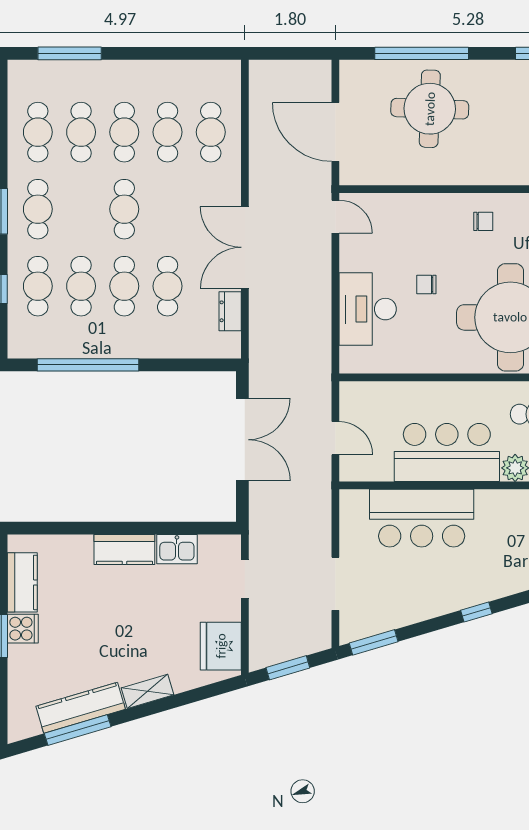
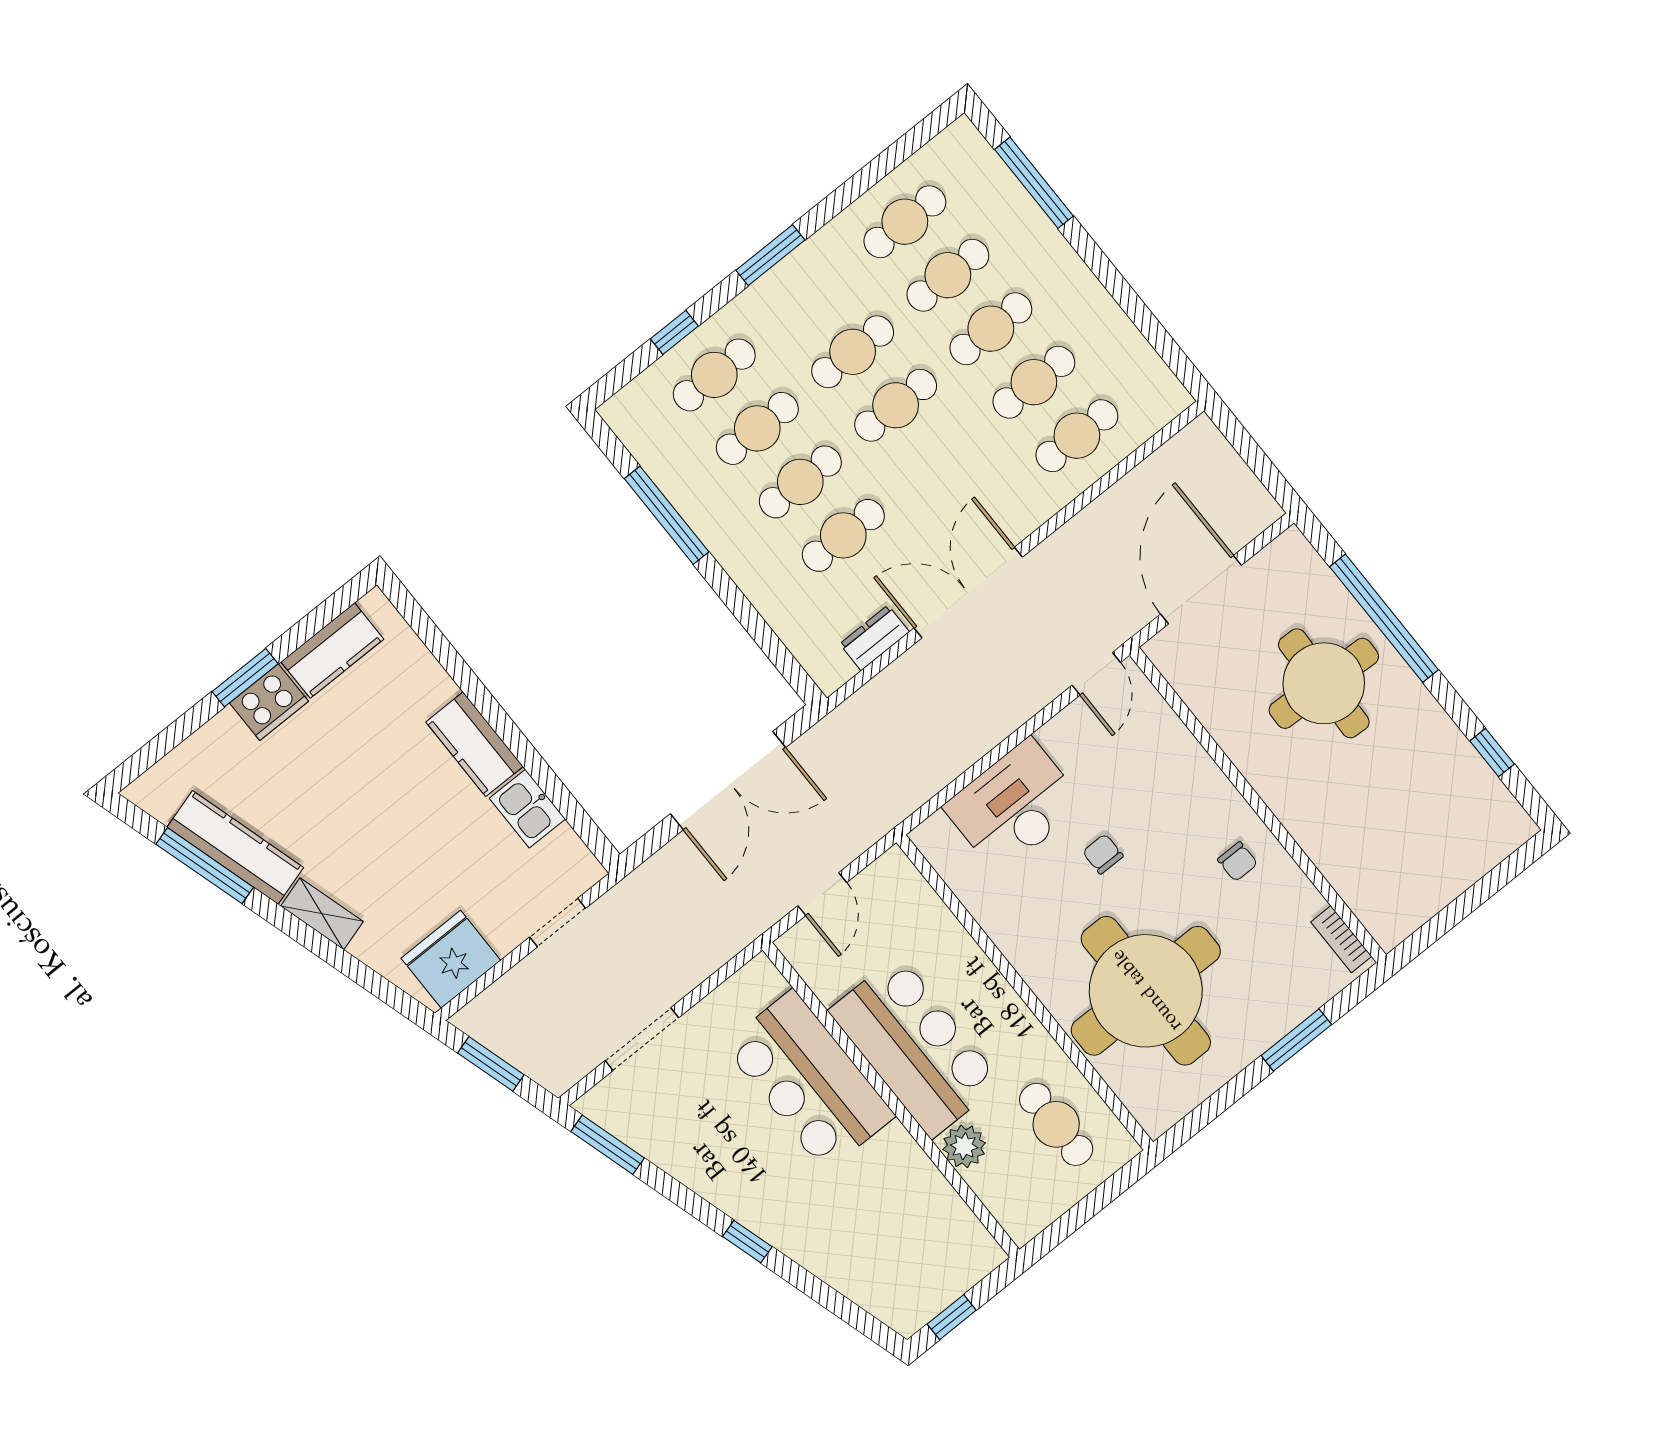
cafe table: (38, 209) -> (853, 352), moved
window: (88, 365) -> (667, 515), width x0.68
cooker: (23, 629) -> (269, 702), width x1.36

